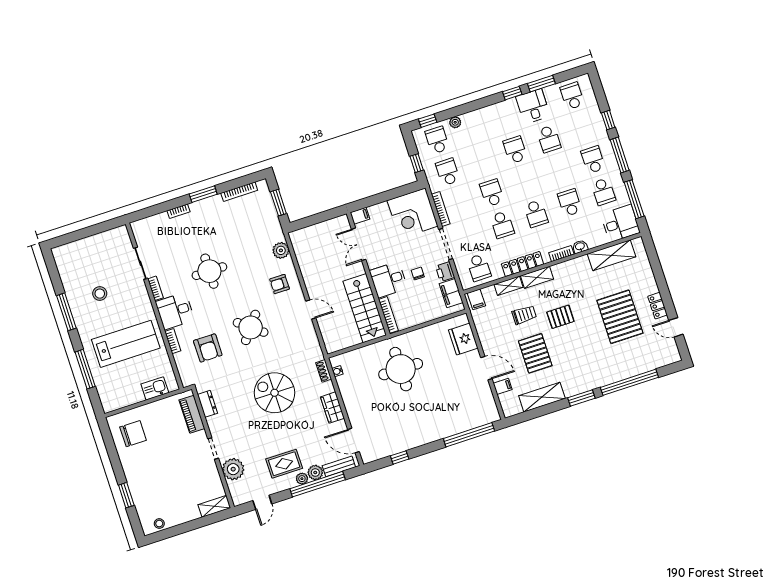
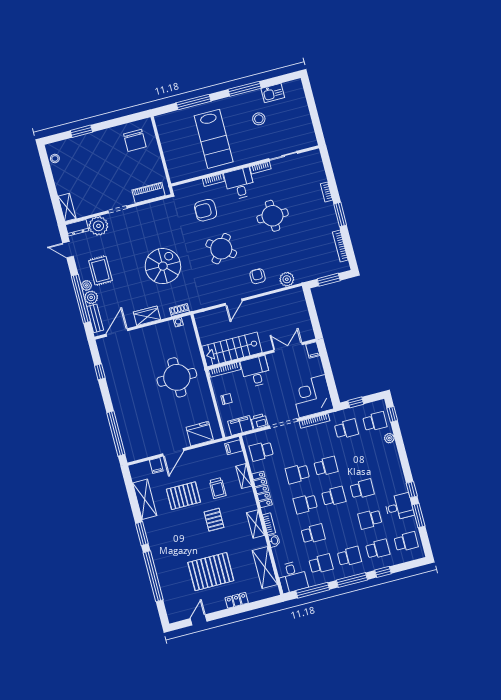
school desk: (583, 128) -> (378, 549), added
school desk: (526, 182) -> (334, 496), added
school desk: (603, 192) -> (321, 564), turned 180
chair: (418, 274) -> (226, 399), moved
shelving: (537, 277) -> (256, 524), moved
locker: (658, 306) -> (237, 600), moved
kitchen sink: (155, 388) -> (273, 93), moved, turned 90
dresser: (207, 404) -> (77, 228), moved

